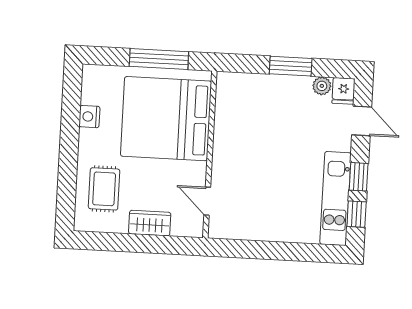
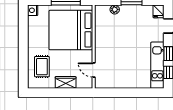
plant: (322, 86) -> (115, 9), moved
nightstand: (89, 117) -> (33, 10), moved

